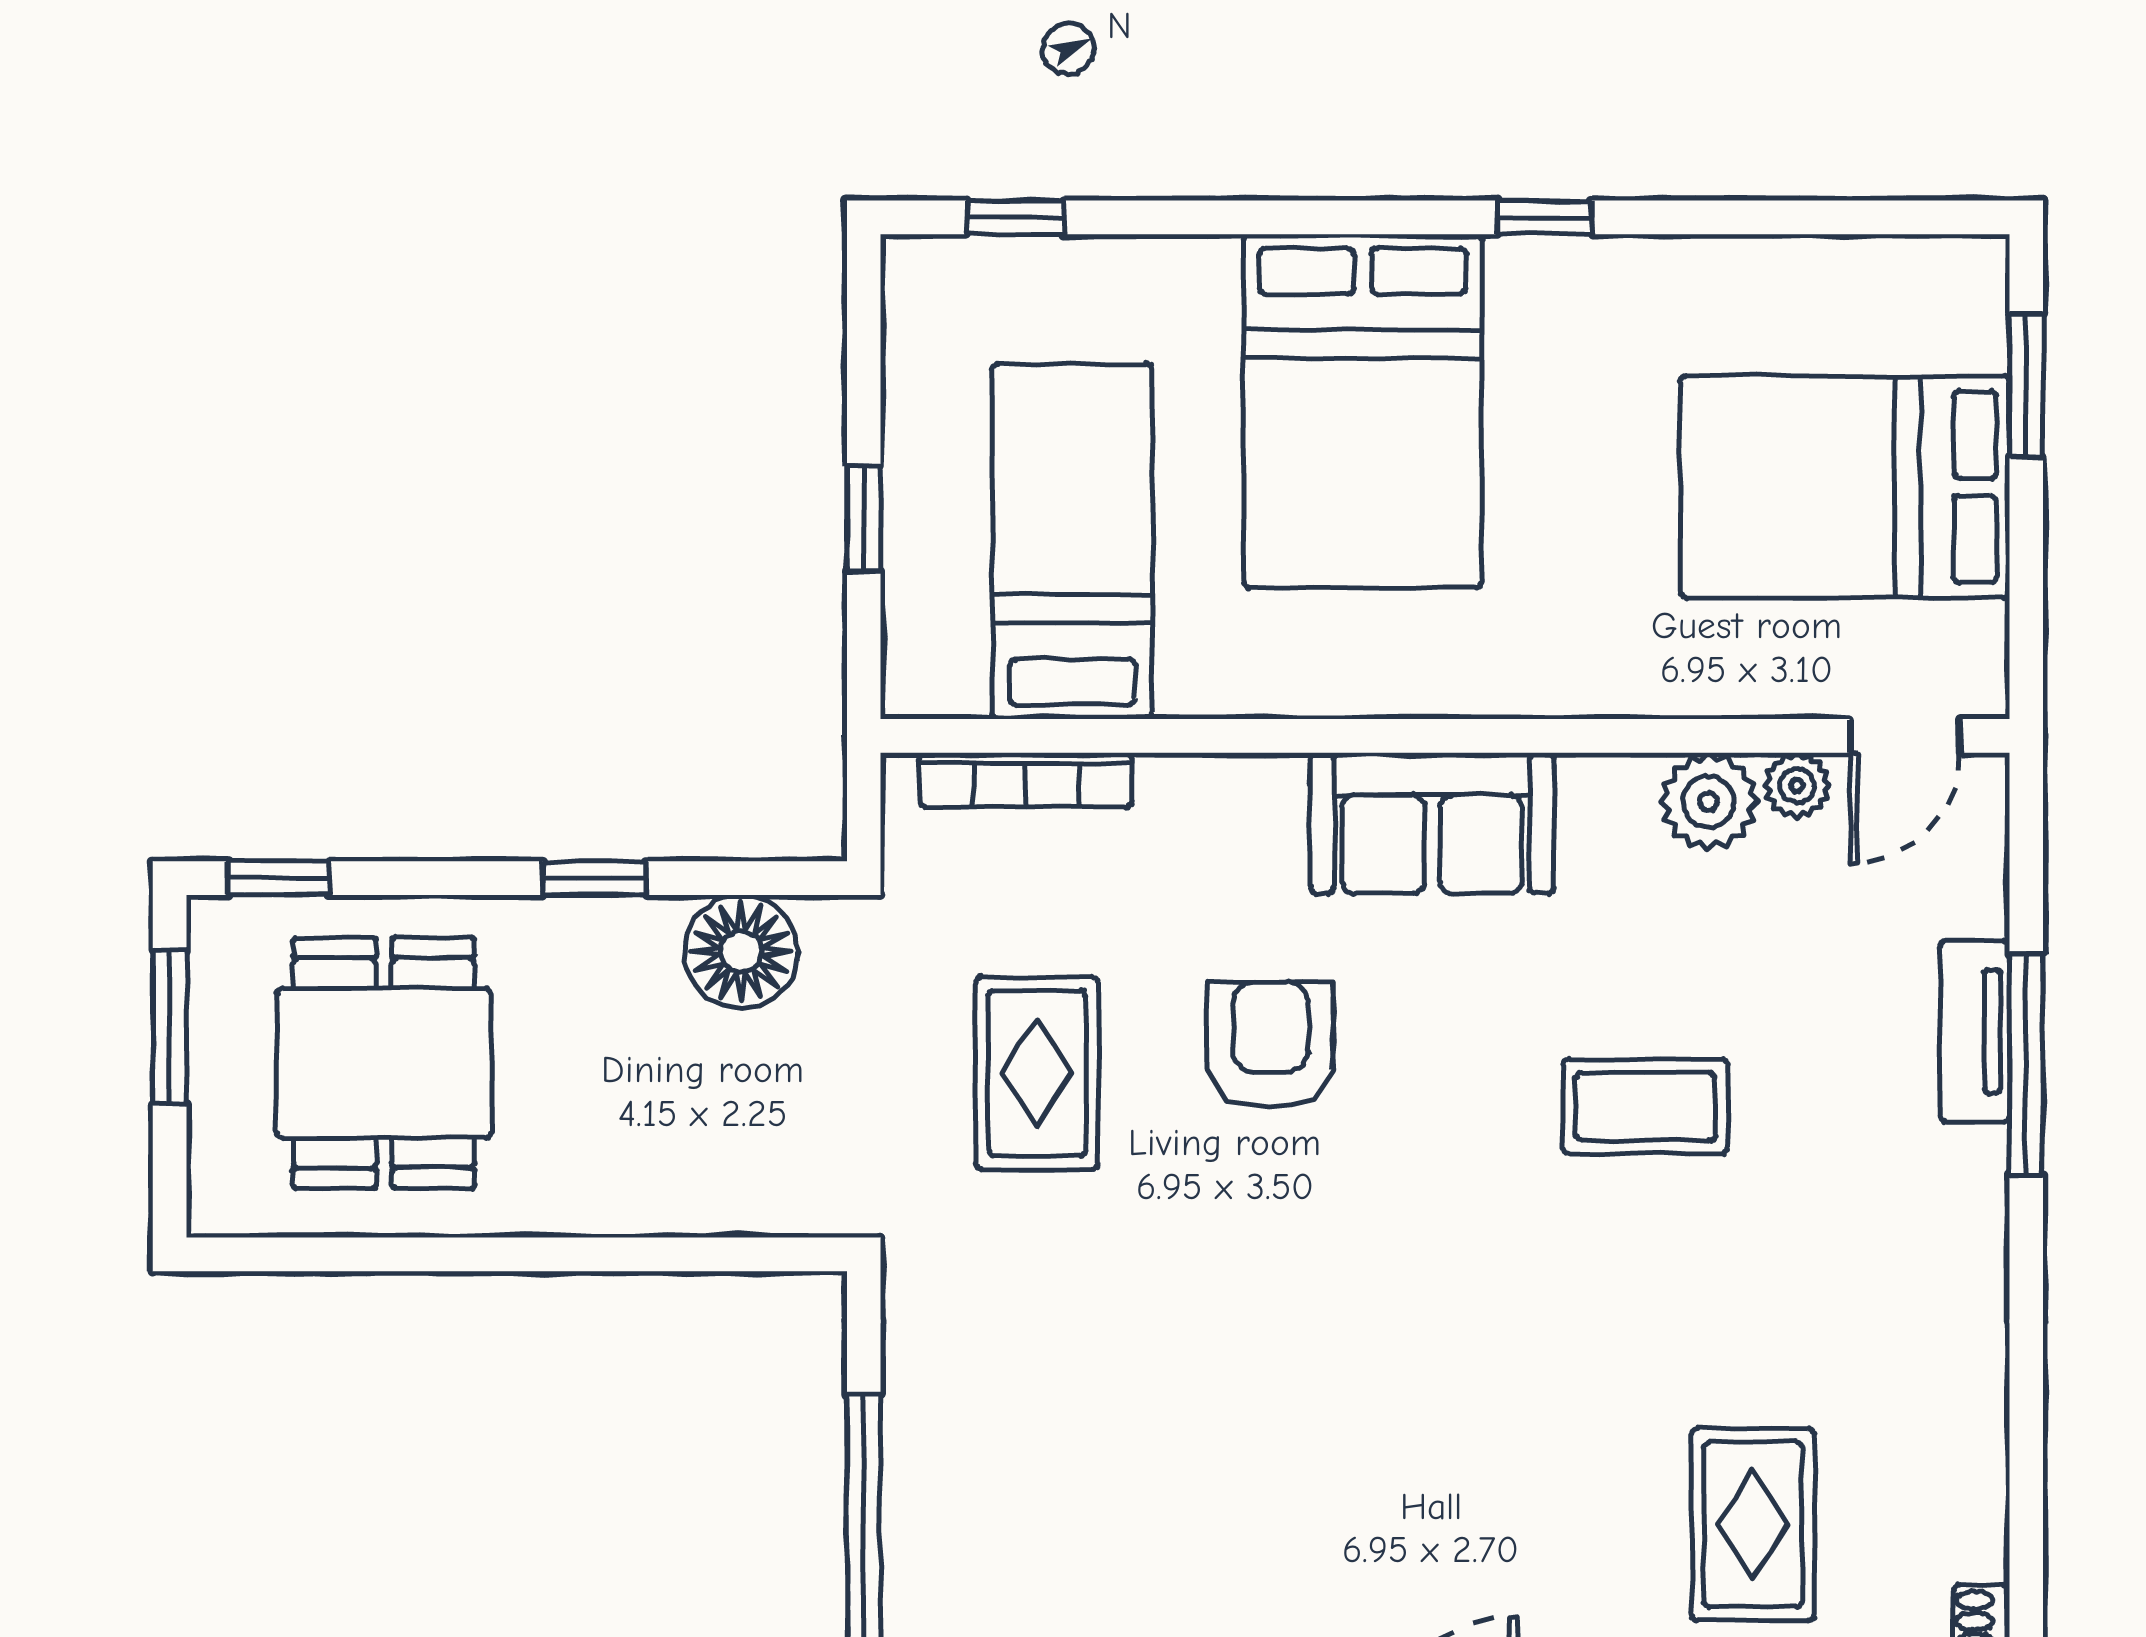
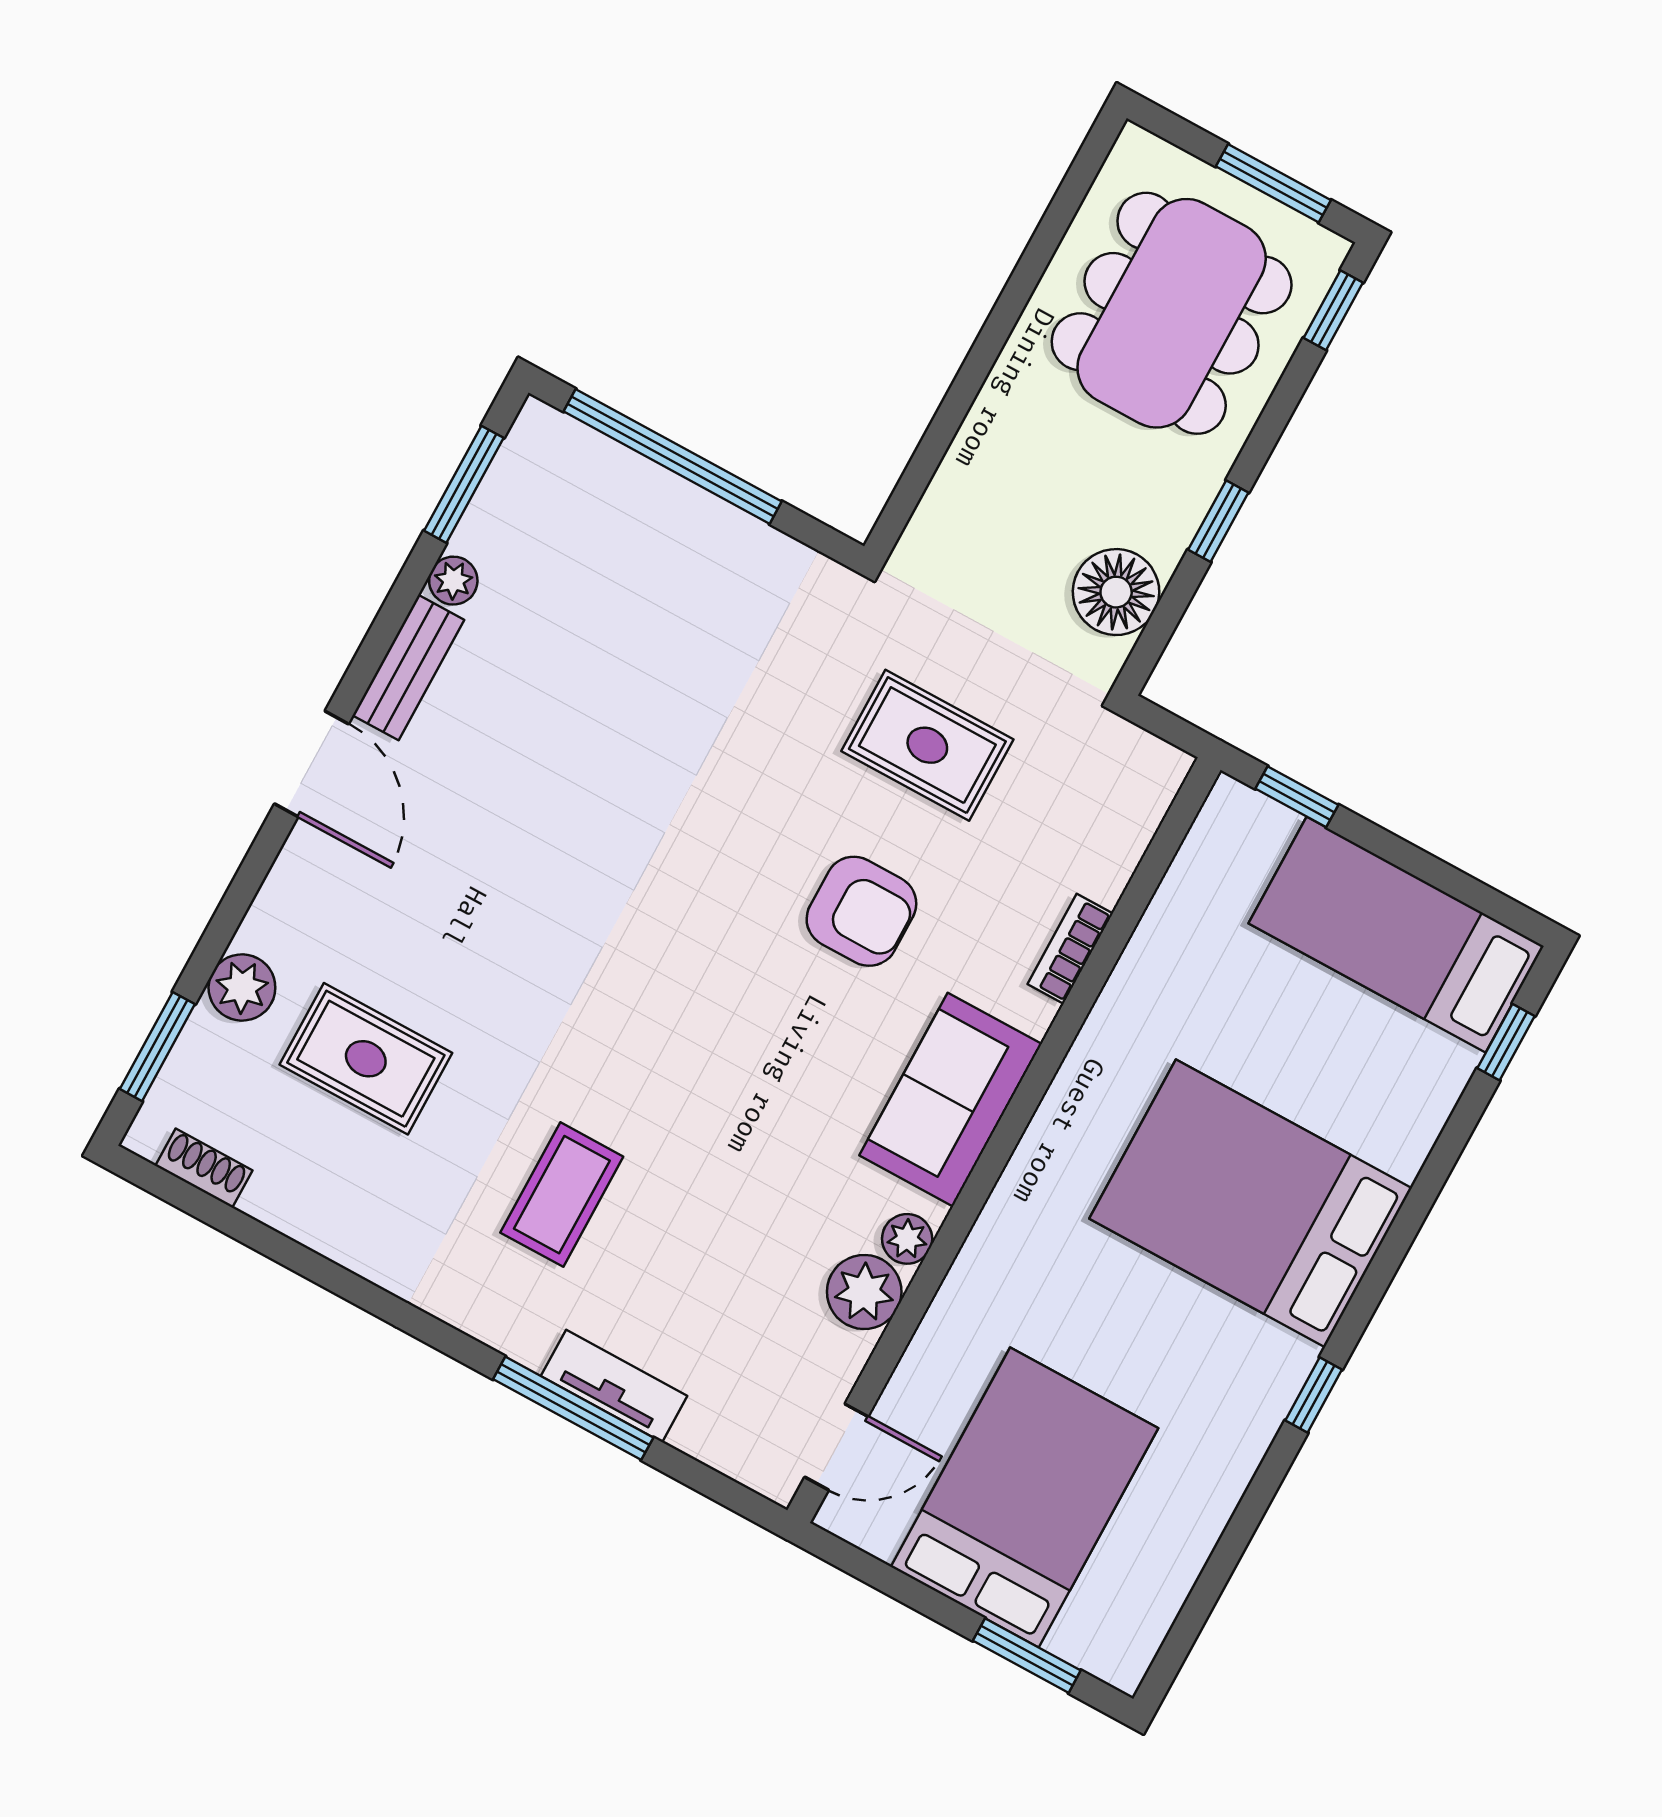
window: (864, 519) -> (1297, 797), moved
bed: (1072, 541) -> (1396, 935), moved, turned 180
door: (1905, 736) -> (837, 1447), swing flipped
bookcase: (1026, 780) -> (1070, 949), moved, width x0.64
plant: (1797, 785) -> (907, 1239), moved
dining table: (384, 1063) -> (1172, 313), width x1.38
coffee table: (1645, 1106) -> (562, 1195), moved

